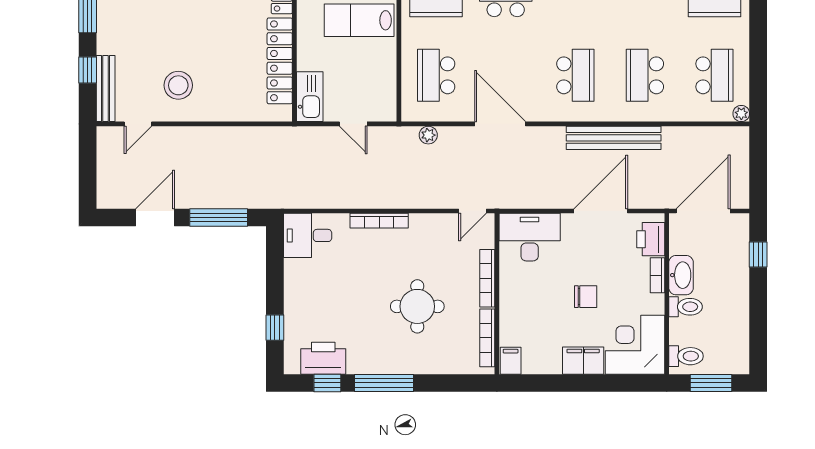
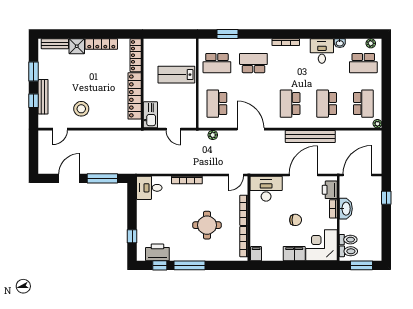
school desk: (575, 75) -> (290, 104), turned 180
bench: (106, 89) -> (43, 97), moved
toilet: (686, 307) -> (348, 240), moved

